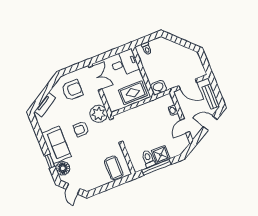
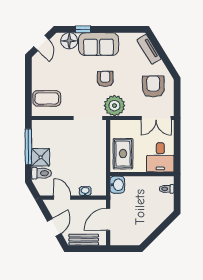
armchair: (72, 90) -> (153, 87), turned 180
toilet: (148, 159) -> (42, 173), moved
door: (73, 189) -> (41, 43), swing flipped

